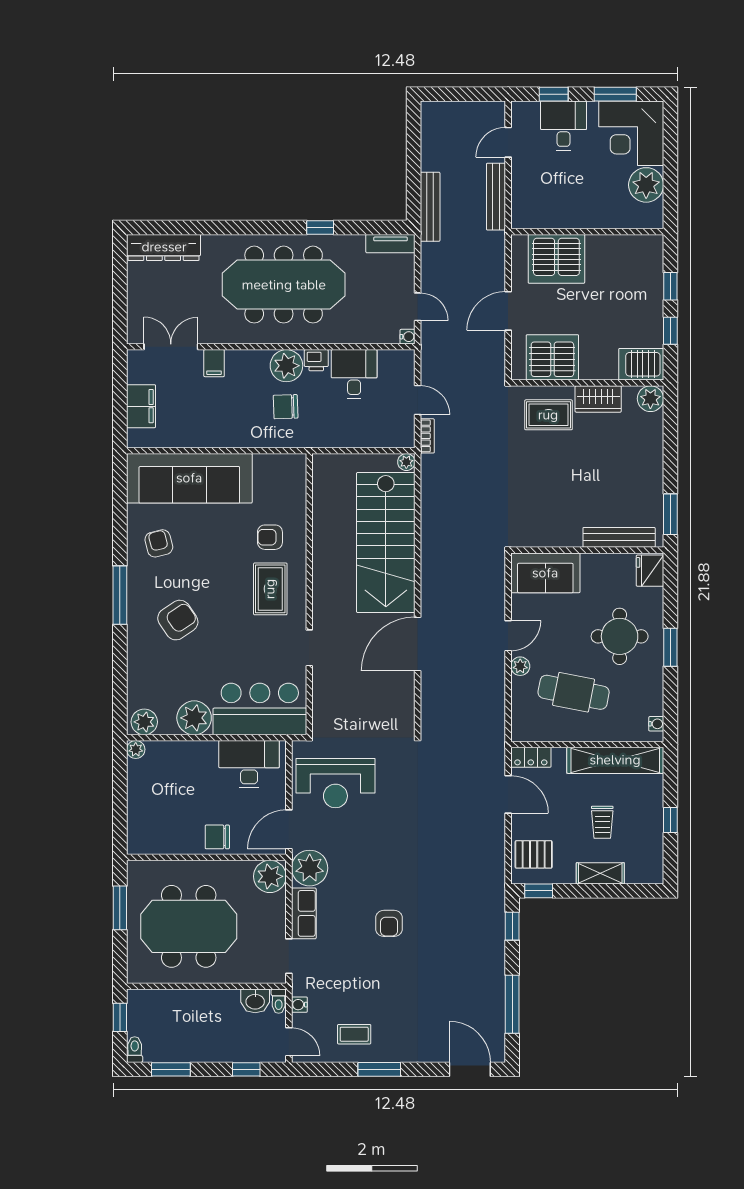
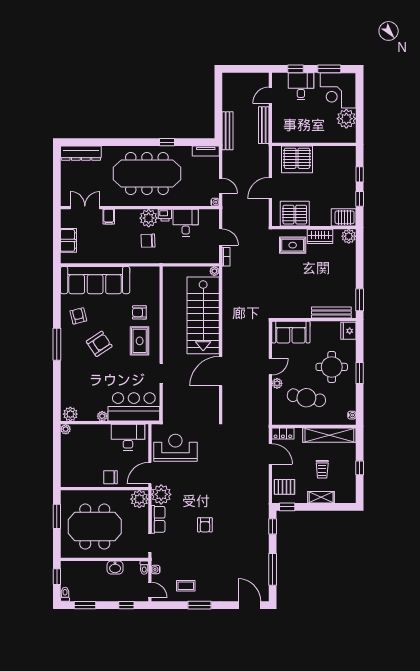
armchair: (178, 620) -> (99, 344), moved
plant: (194, 718) -> (102, 416), width x0.53, depth x0.53
reception desk: (335, 783) -> (175, 448), turned 180
washbasin: (255, 1001) -> (115, 568), moved

